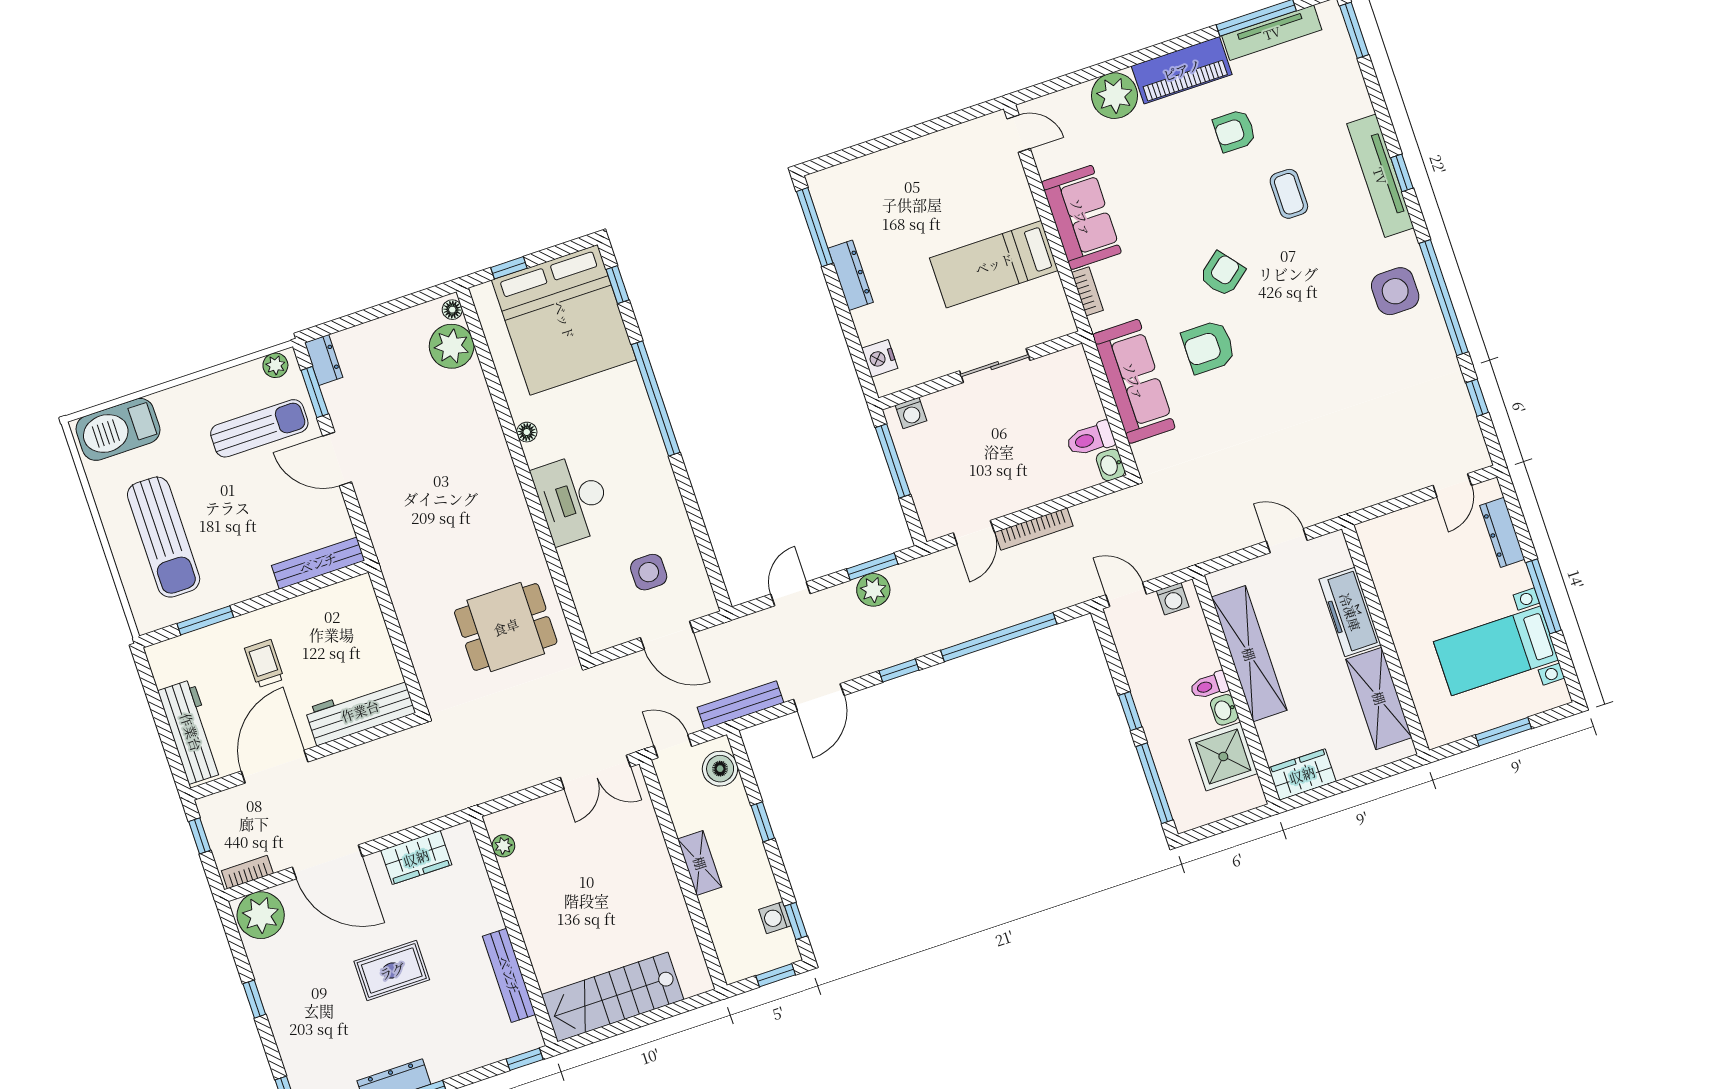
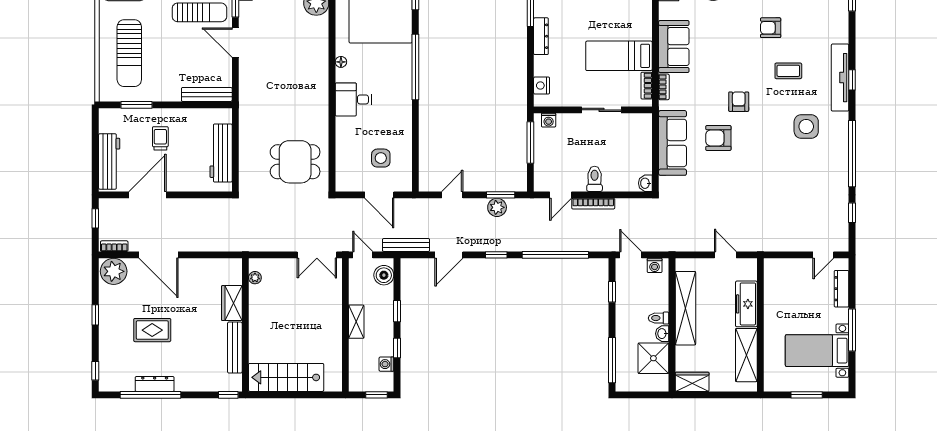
coffee table: (1289, 194) -> (788, 71), turned 90
armchair: (1222, 274) -> (739, 102), turned -51
side table: (1395, 291) -> (806, 126), moved
bookcase: (1057, 299) -> (647, 86), added
toilet: (1091, 439) -> (595, 179), moved, turned 90
desk: (572, 499) -> (353, 99), width x0.73
workbench: (360, 711) -> (221, 153), moved, turned -90
window: (1130, 711) -> (612, 292), moved
wardrobe: (416, 858) -> (232, 303), moved, turned 90
window: (796, 921) -> (397, 348), moved
rug: (392, 971) -> (152, 330), moved

